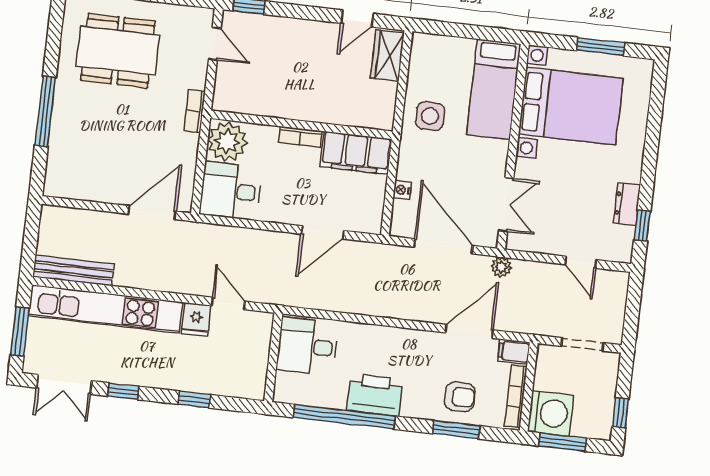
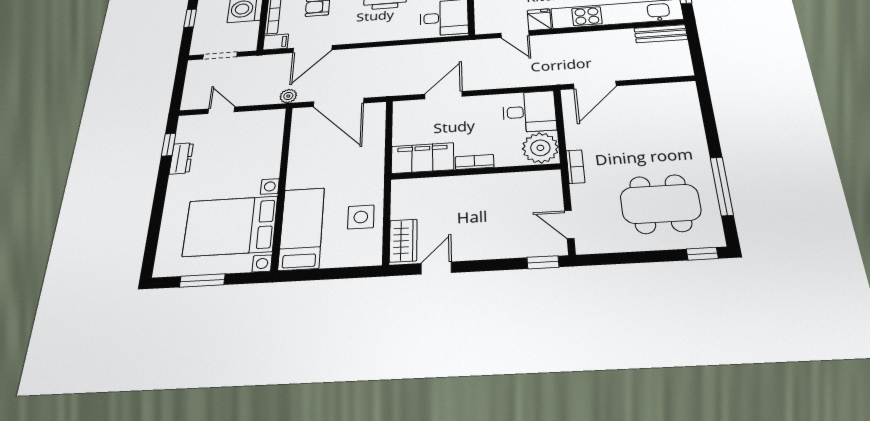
window: (45, 111) -> (722, 186), moved
side table: (430, 116) -> (361, 217), moved
nightstand: (402, 190) -> (378, 137), removed
double door: (506, 204) -> (286, 141), removed
bench: (73, 270) -> (661, 34), width x0.73

